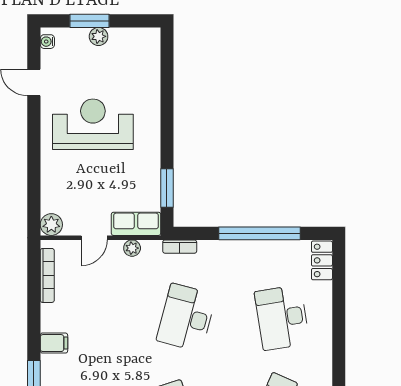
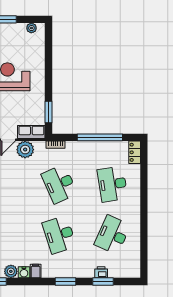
plant: (99, 36) -> (31, 28), moved
plant: (132, 248) -> (25, 150), width x1.88, depth x1.88
desk: (186, 318) -> (59, 184), turned -39

